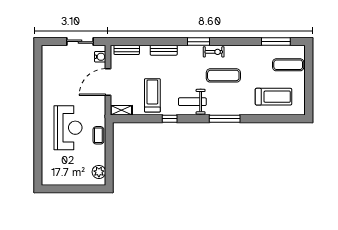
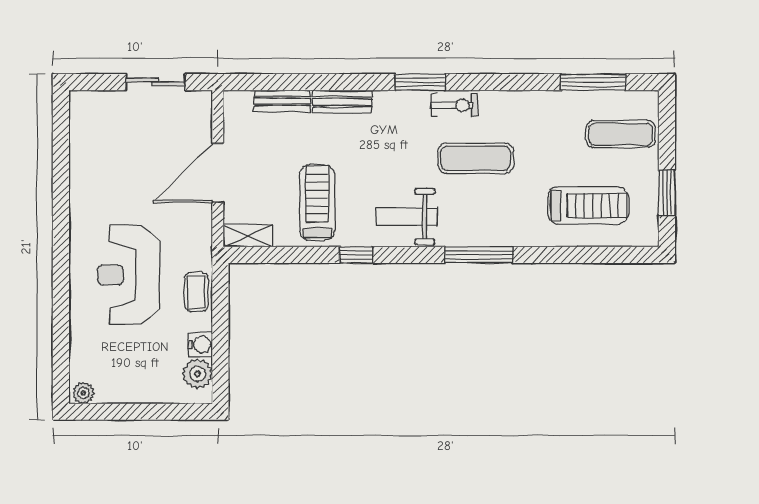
bench: (127, 50) -> (282, 101), moved
water cooler: (100, 57) -> (200, 345), moved
window: (309, 91) -> (667, 193), added
reception desk: (68, 128) -> (128, 275), turned 180
plant: (48, 181) -> (83, 393), added

